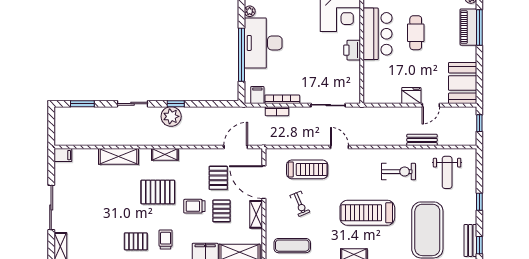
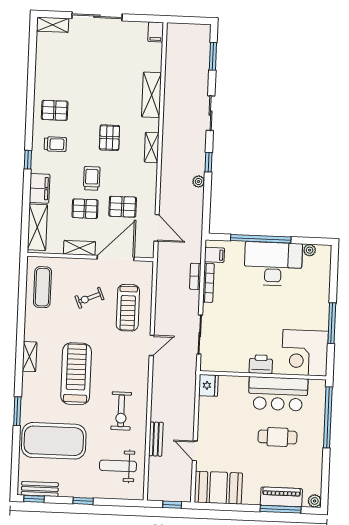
fridge: (411, 96) -> (208, 385), moved
plant: (171, 116) -> (199, 181), moved, width x0.53, depth x0.53
pallet: (158, 192) -> (109, 138), width x0.67, depth x0.71
pallet: (136, 241) -> (55, 110), turned 90

